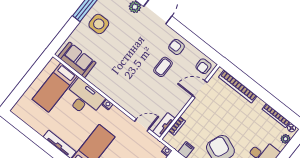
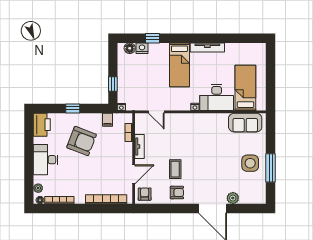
door: (142, 125) -> (156, 112), hinge flipped
tv unit: (164, 125) -> (139, 147), moved

